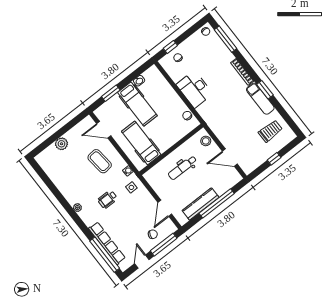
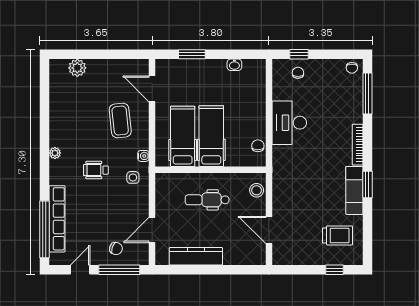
hospital bed: (137, 104) -> (211, 136), moved, turned 180
plant: (61, 144) -> (77, 68), moved
window: (274, 159) -> (335, 270), moved
window: (217, 203) -> (214, 270), removed

